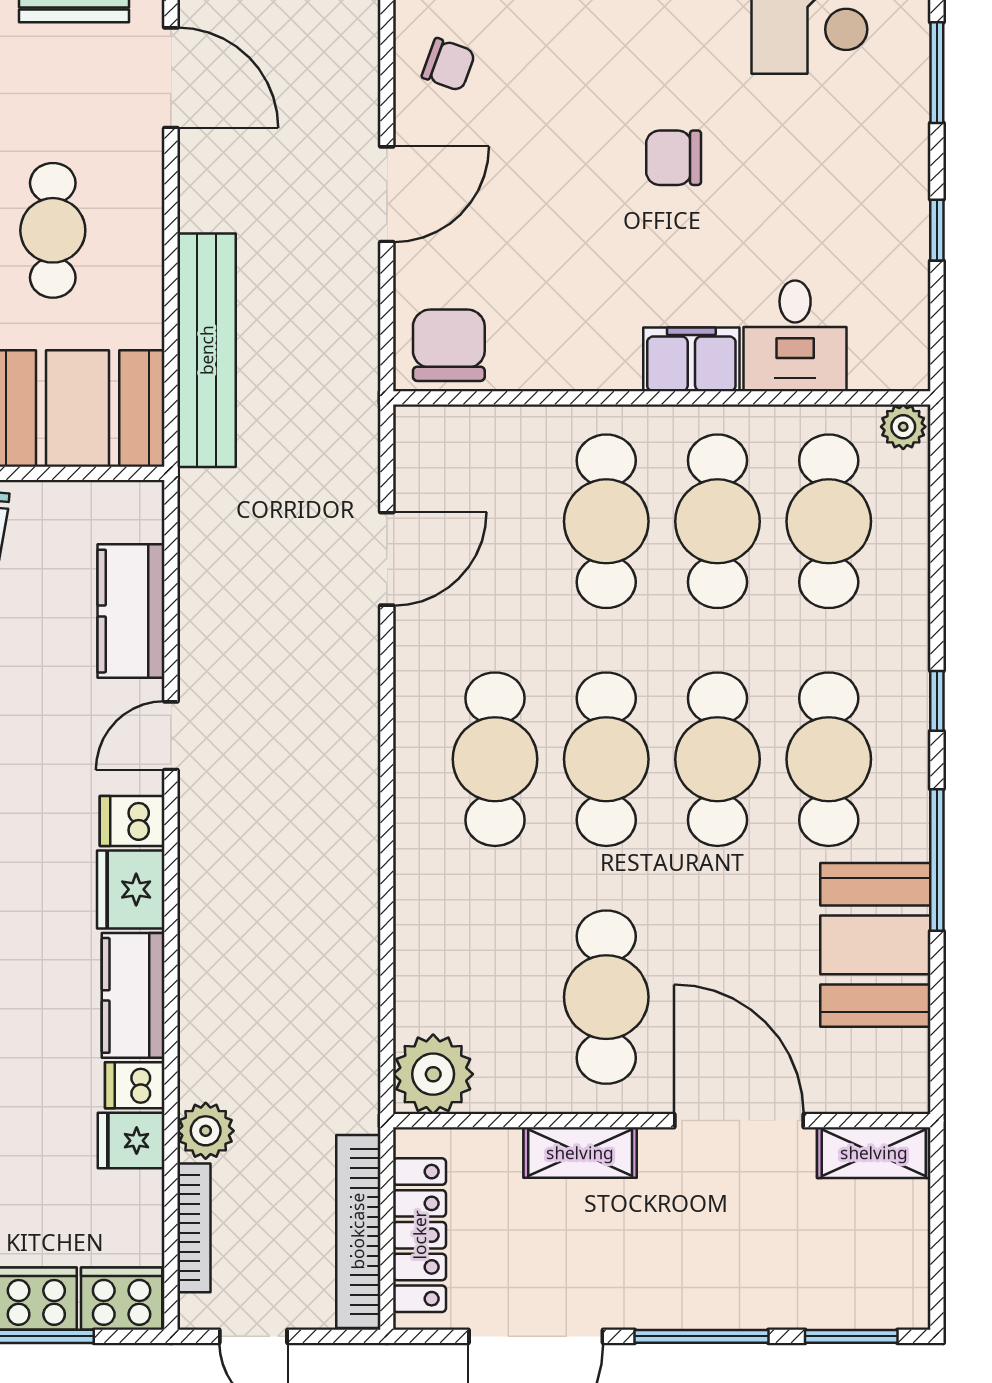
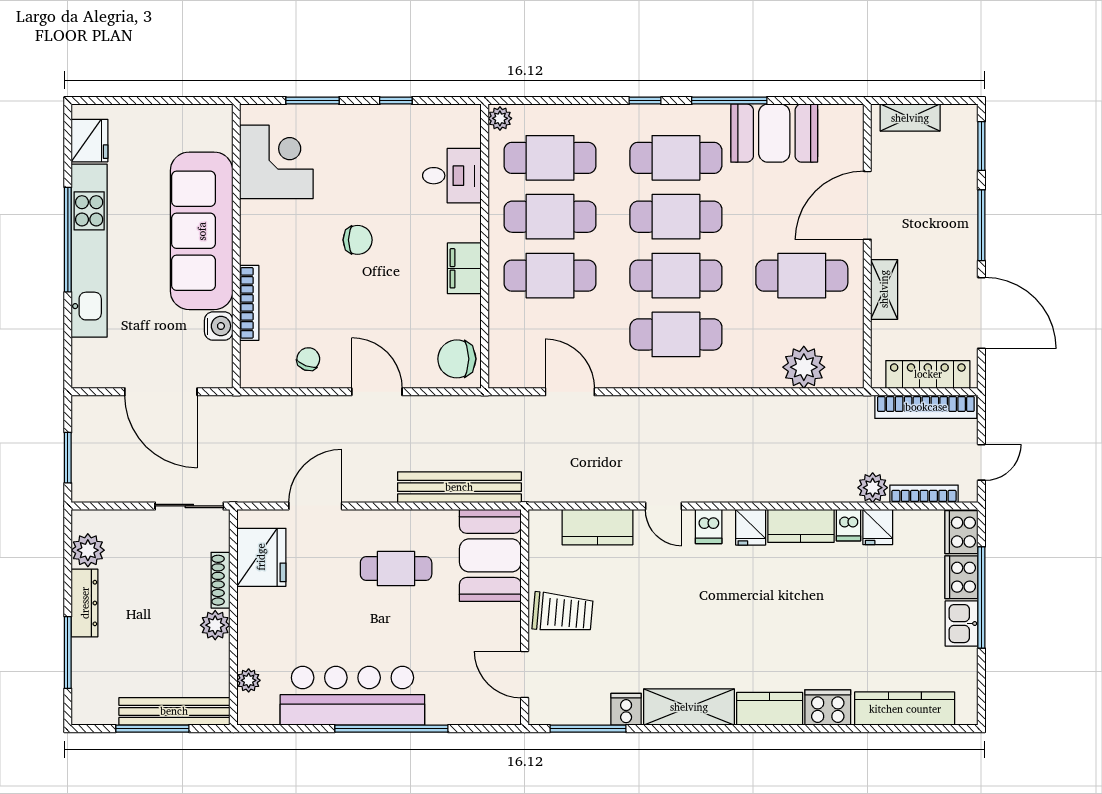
chair: (674, 158) -> (358, 240), turned -90
filing cabinet: (691, 359) -> (464, 268), moved
fridge: (131, 889) -> (751, 527), width x0.72
plant: (433, 1074) -> (804, 367), moved
shelving: (874, 1153) -> (910, 118), moved, turned 90

